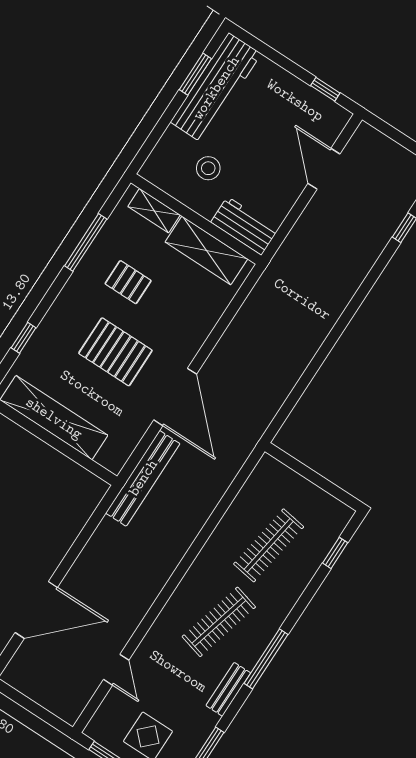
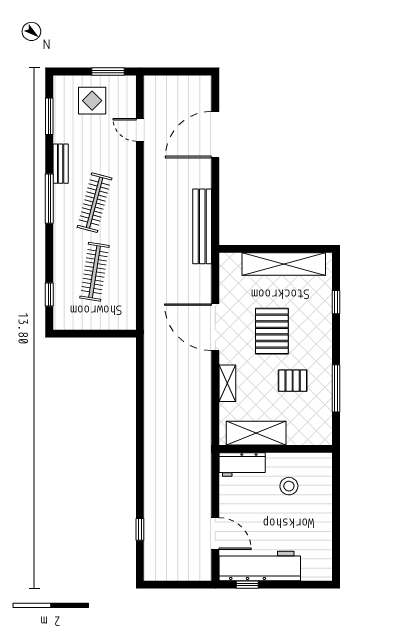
window: (195, 74) -> (336, 540), removed
workbench: (216, 88) -> (260, 566), moved, turned 90
shelving: (154, 211) -> (227, 383), moved, turned 90
pallet: (115, 352) -> (272, 331), turned 90
bench: (143, 478) -> (202, 226), moved

